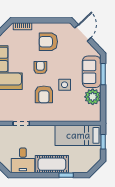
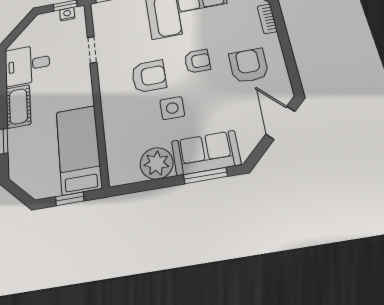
door: (83, 33) -> (280, 123), swing flipped
armchair: (44, 94) -> (149, 76), turned 180
cot: (52, 164) -> (18, 106), width x0.73, depth x0.75

